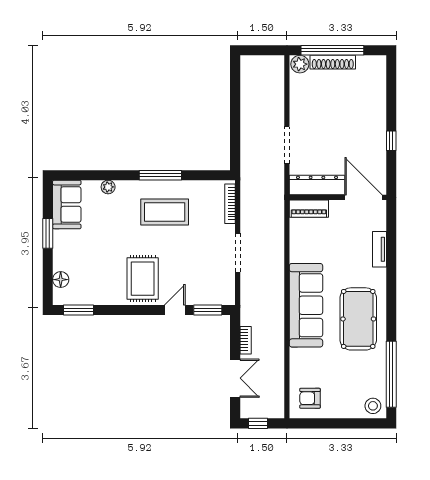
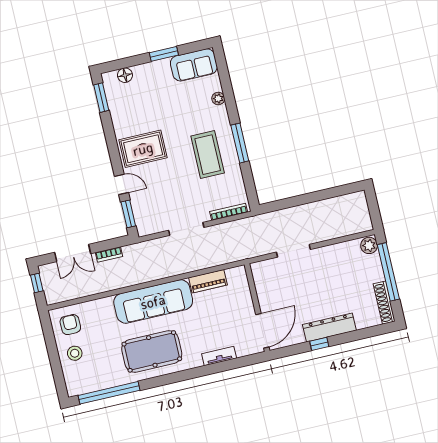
shoe rack: (333, 62) -> (384, 303), moved
dresser: (317, 185) -> (329, 327), moved, turned -90
piano: (309, 209) -> (208, 281), moved, turned -90
stool: (373, 406) -> (75, 353), moved

